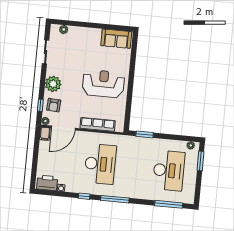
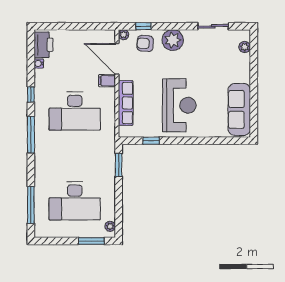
sofa: (116, 39) -> (239, 109), width x1.36
window: (128, 108) -> (151, 141), added
filing cabinet: (45, 134) -> (107, 81), moved

